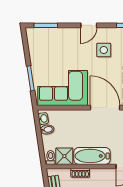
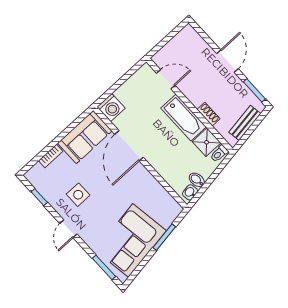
door: (89, 25) -> (68, 229), swing flipped
corner sofa: (63, 88) -> (131, 241), moved, turned 82

